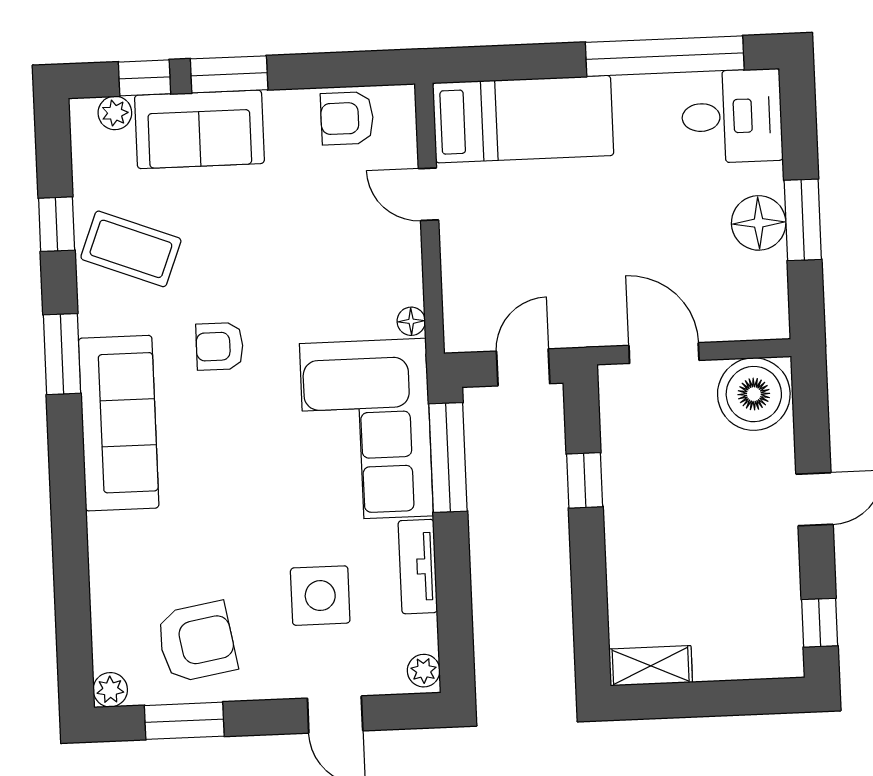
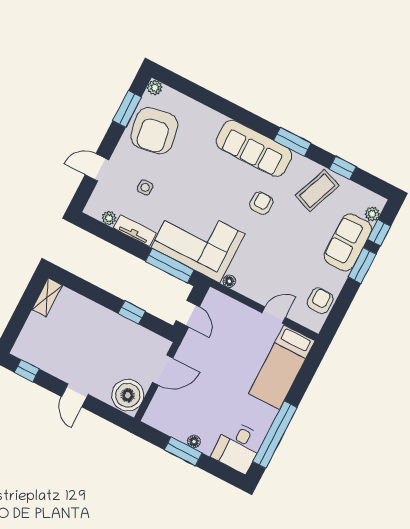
floor lamp: (759, 223) -> (194, 442), width x0.53, depth x0.53
side table: (320, 596) -> (145, 187), width x0.54, depth x0.54
armchair: (197, 642) -> (154, 131), width x1.36, depth x1.36
plant: (424, 671) -> (109, 218), moved

